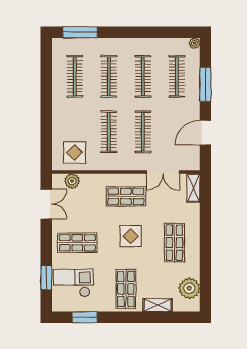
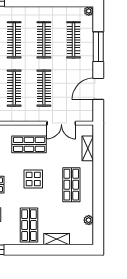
shelving: (193, 188) -> (88, 148), moved
plant: (189, 288) -> (89, 220), width x0.53, depth x0.53

